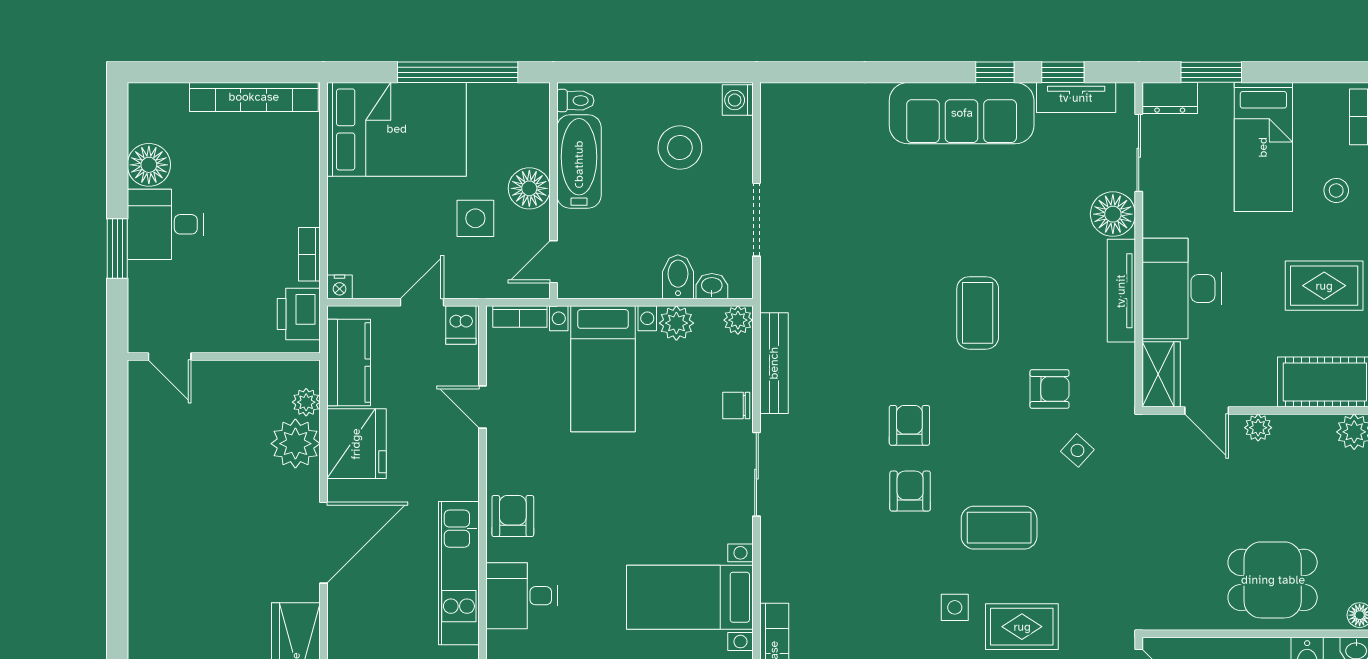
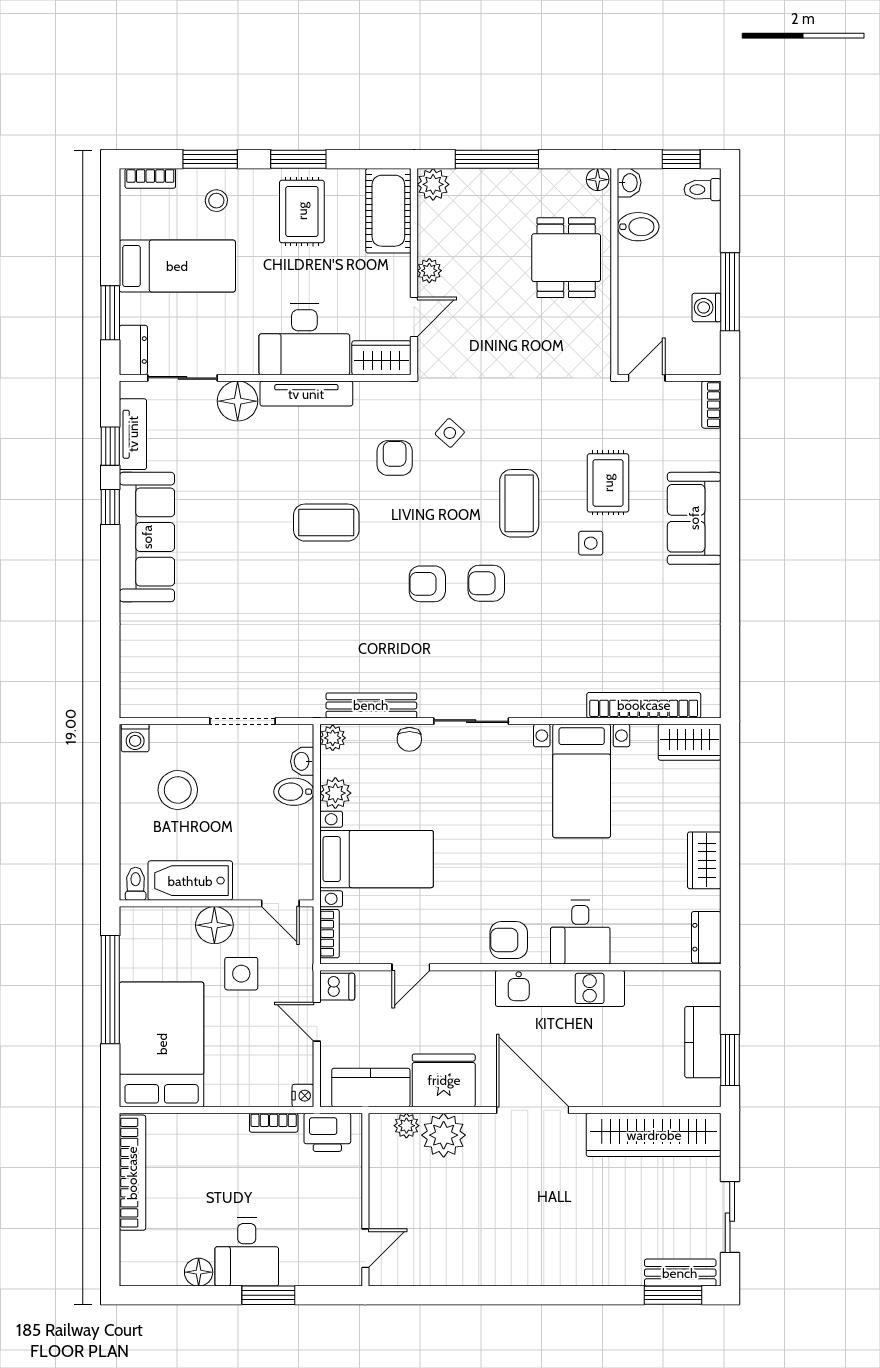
floor lamp: (149, 165) -> (199, 1272), width x0.73, depth x0.73

